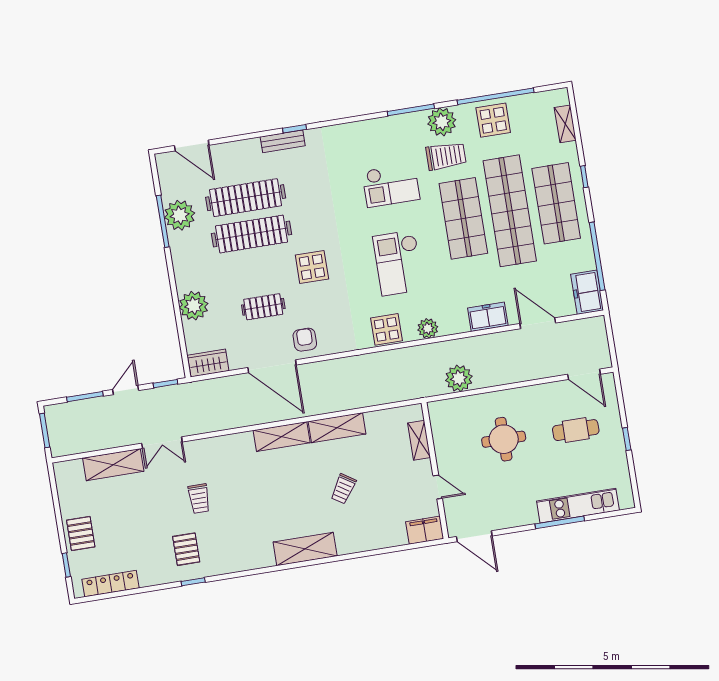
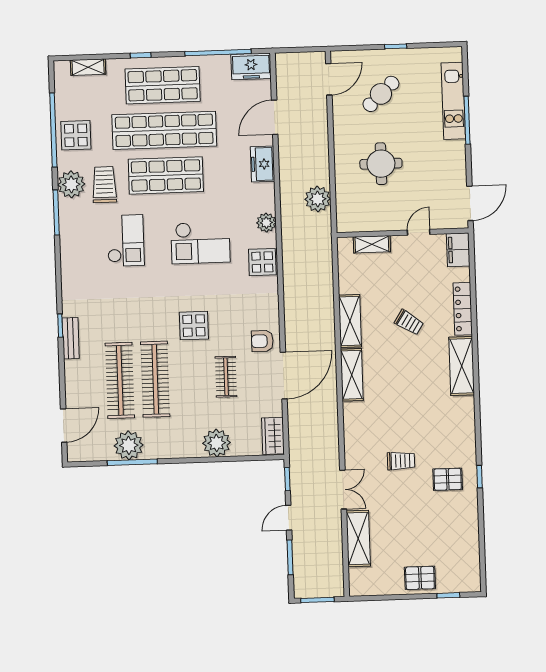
door: (126, 390) -> (289, 518), hinge flipped
cafe table: (576, 430) -> (381, 94), turned 47
locker: (111, 584) -> (463, 309), moved

